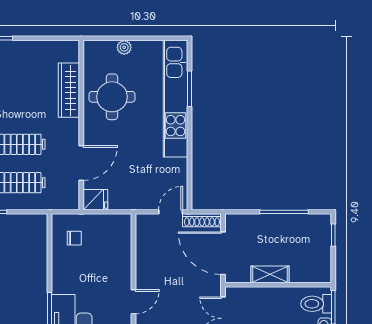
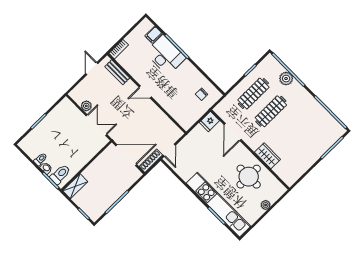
wardrobe: (69, 90) -> (267, 156), width x0.67
shelving: (270, 274) -> (75, 186), moved
door: (133, 302) -> (145, 92), hinge flipped

